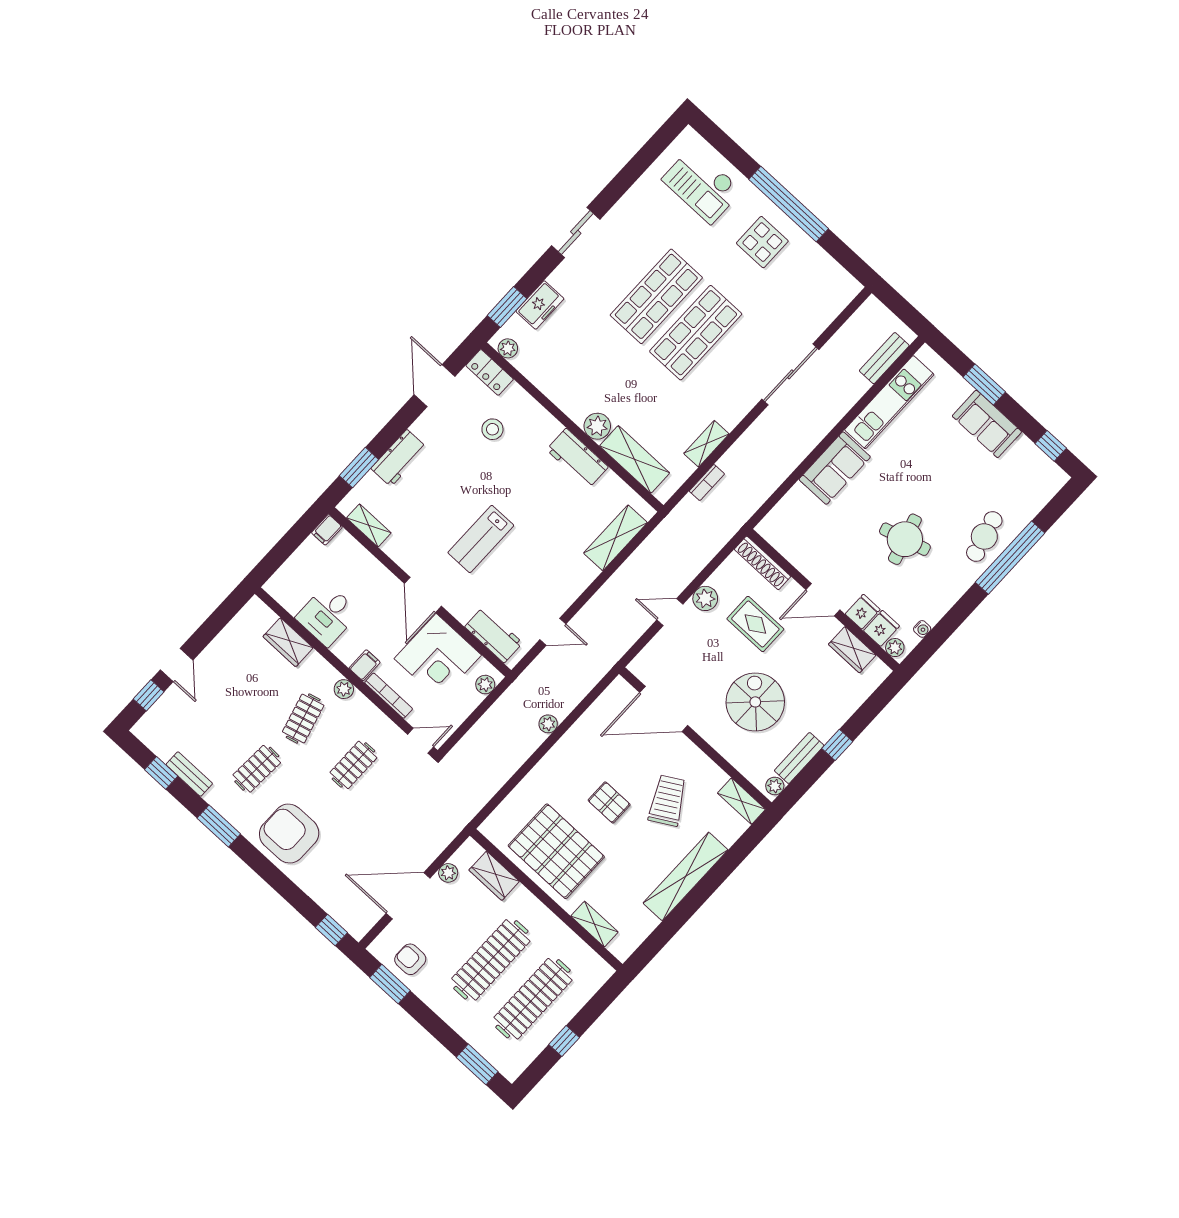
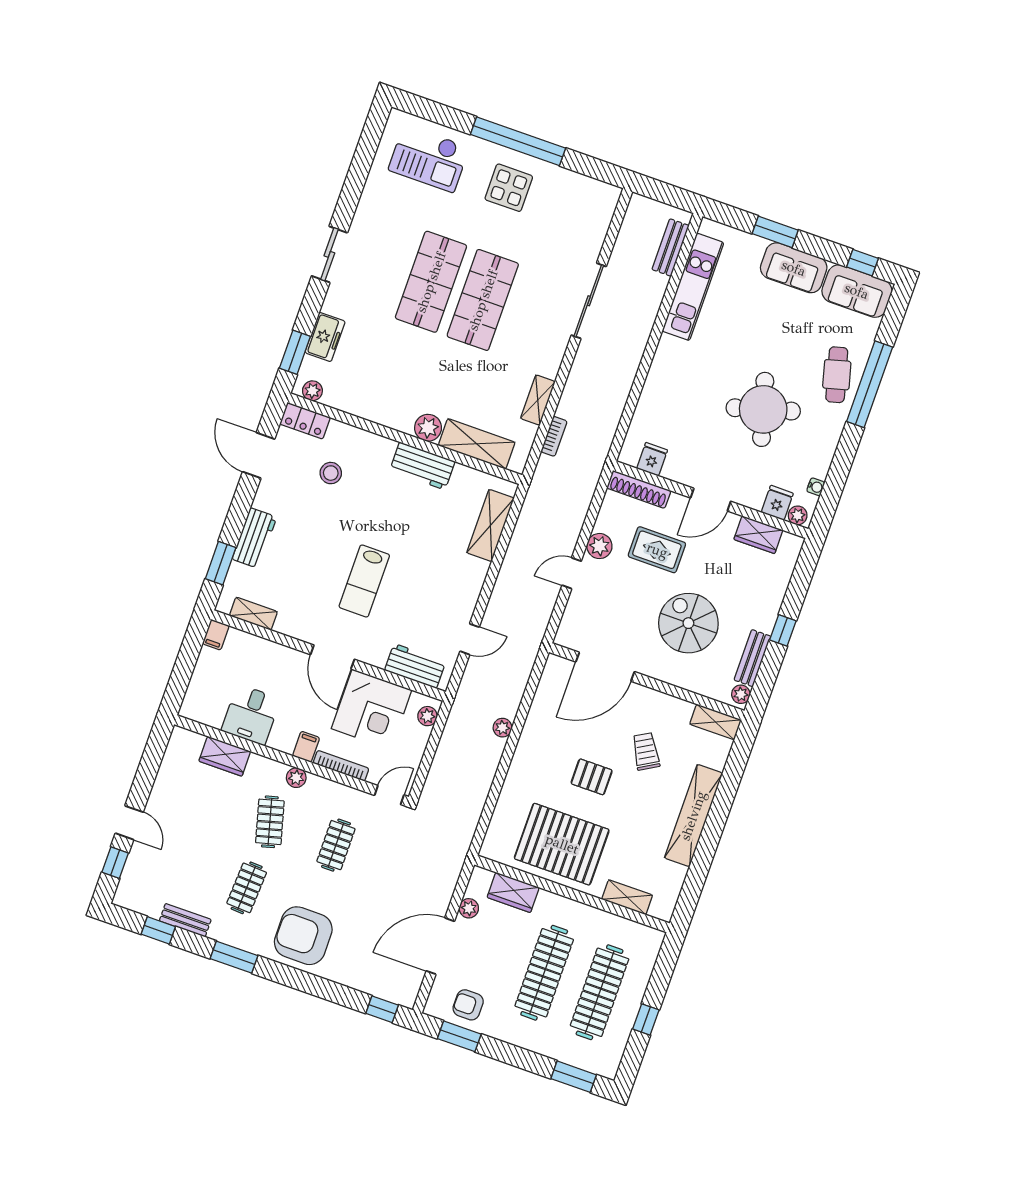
sofa: (835, 468) -> (857, 291), moved, turned 90
round table: (905, 539) -> (763, 409), width x1.36, depth x1.36
fridge: (863, 612) -> (652, 459), moved
trolley: (668, 801) -> (646, 751), width x0.73, depth x0.72

